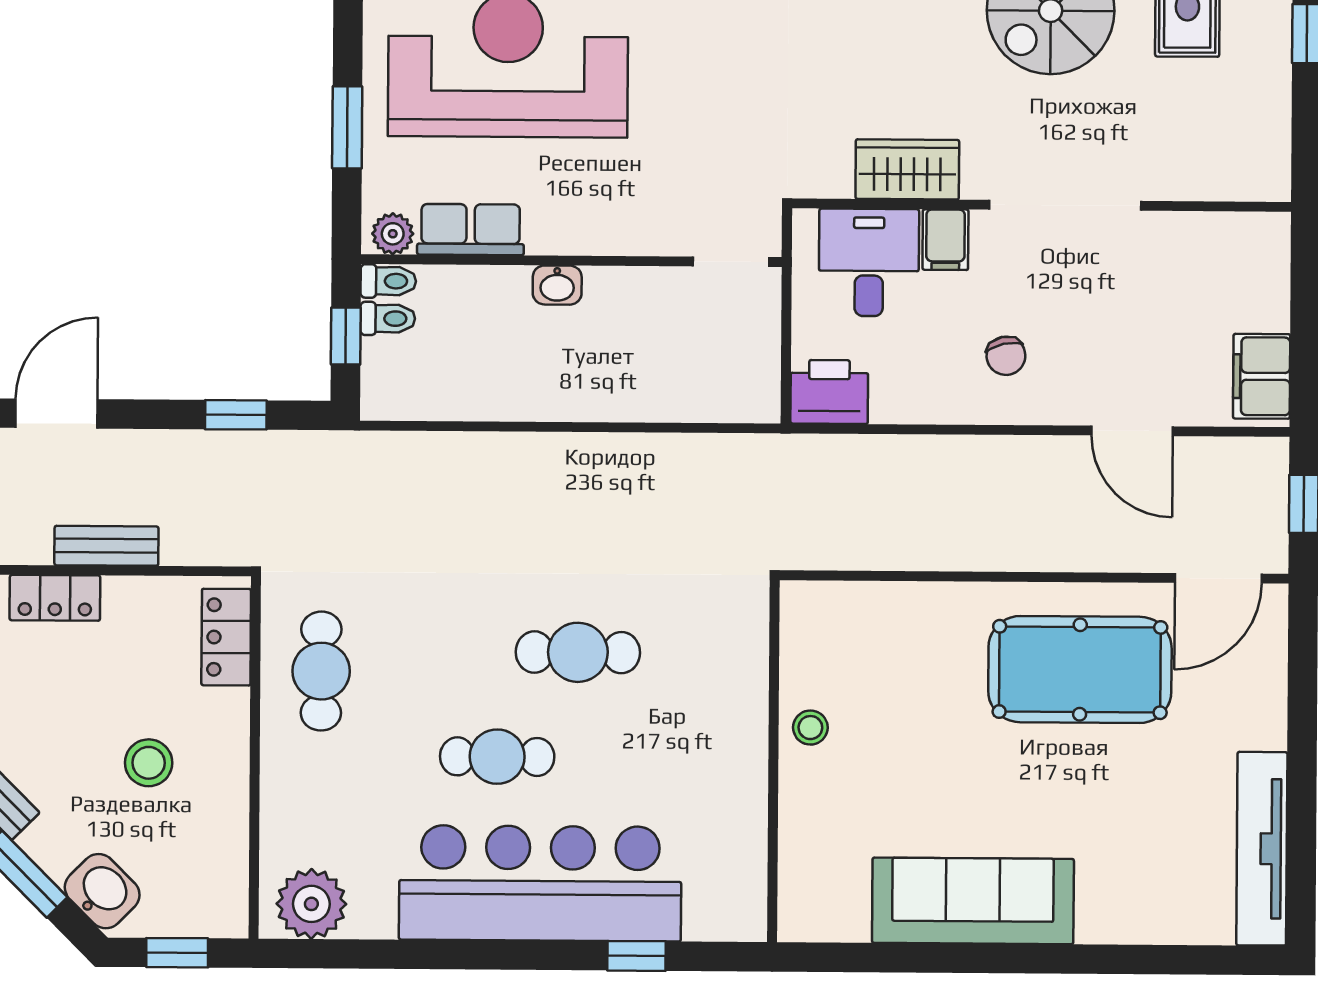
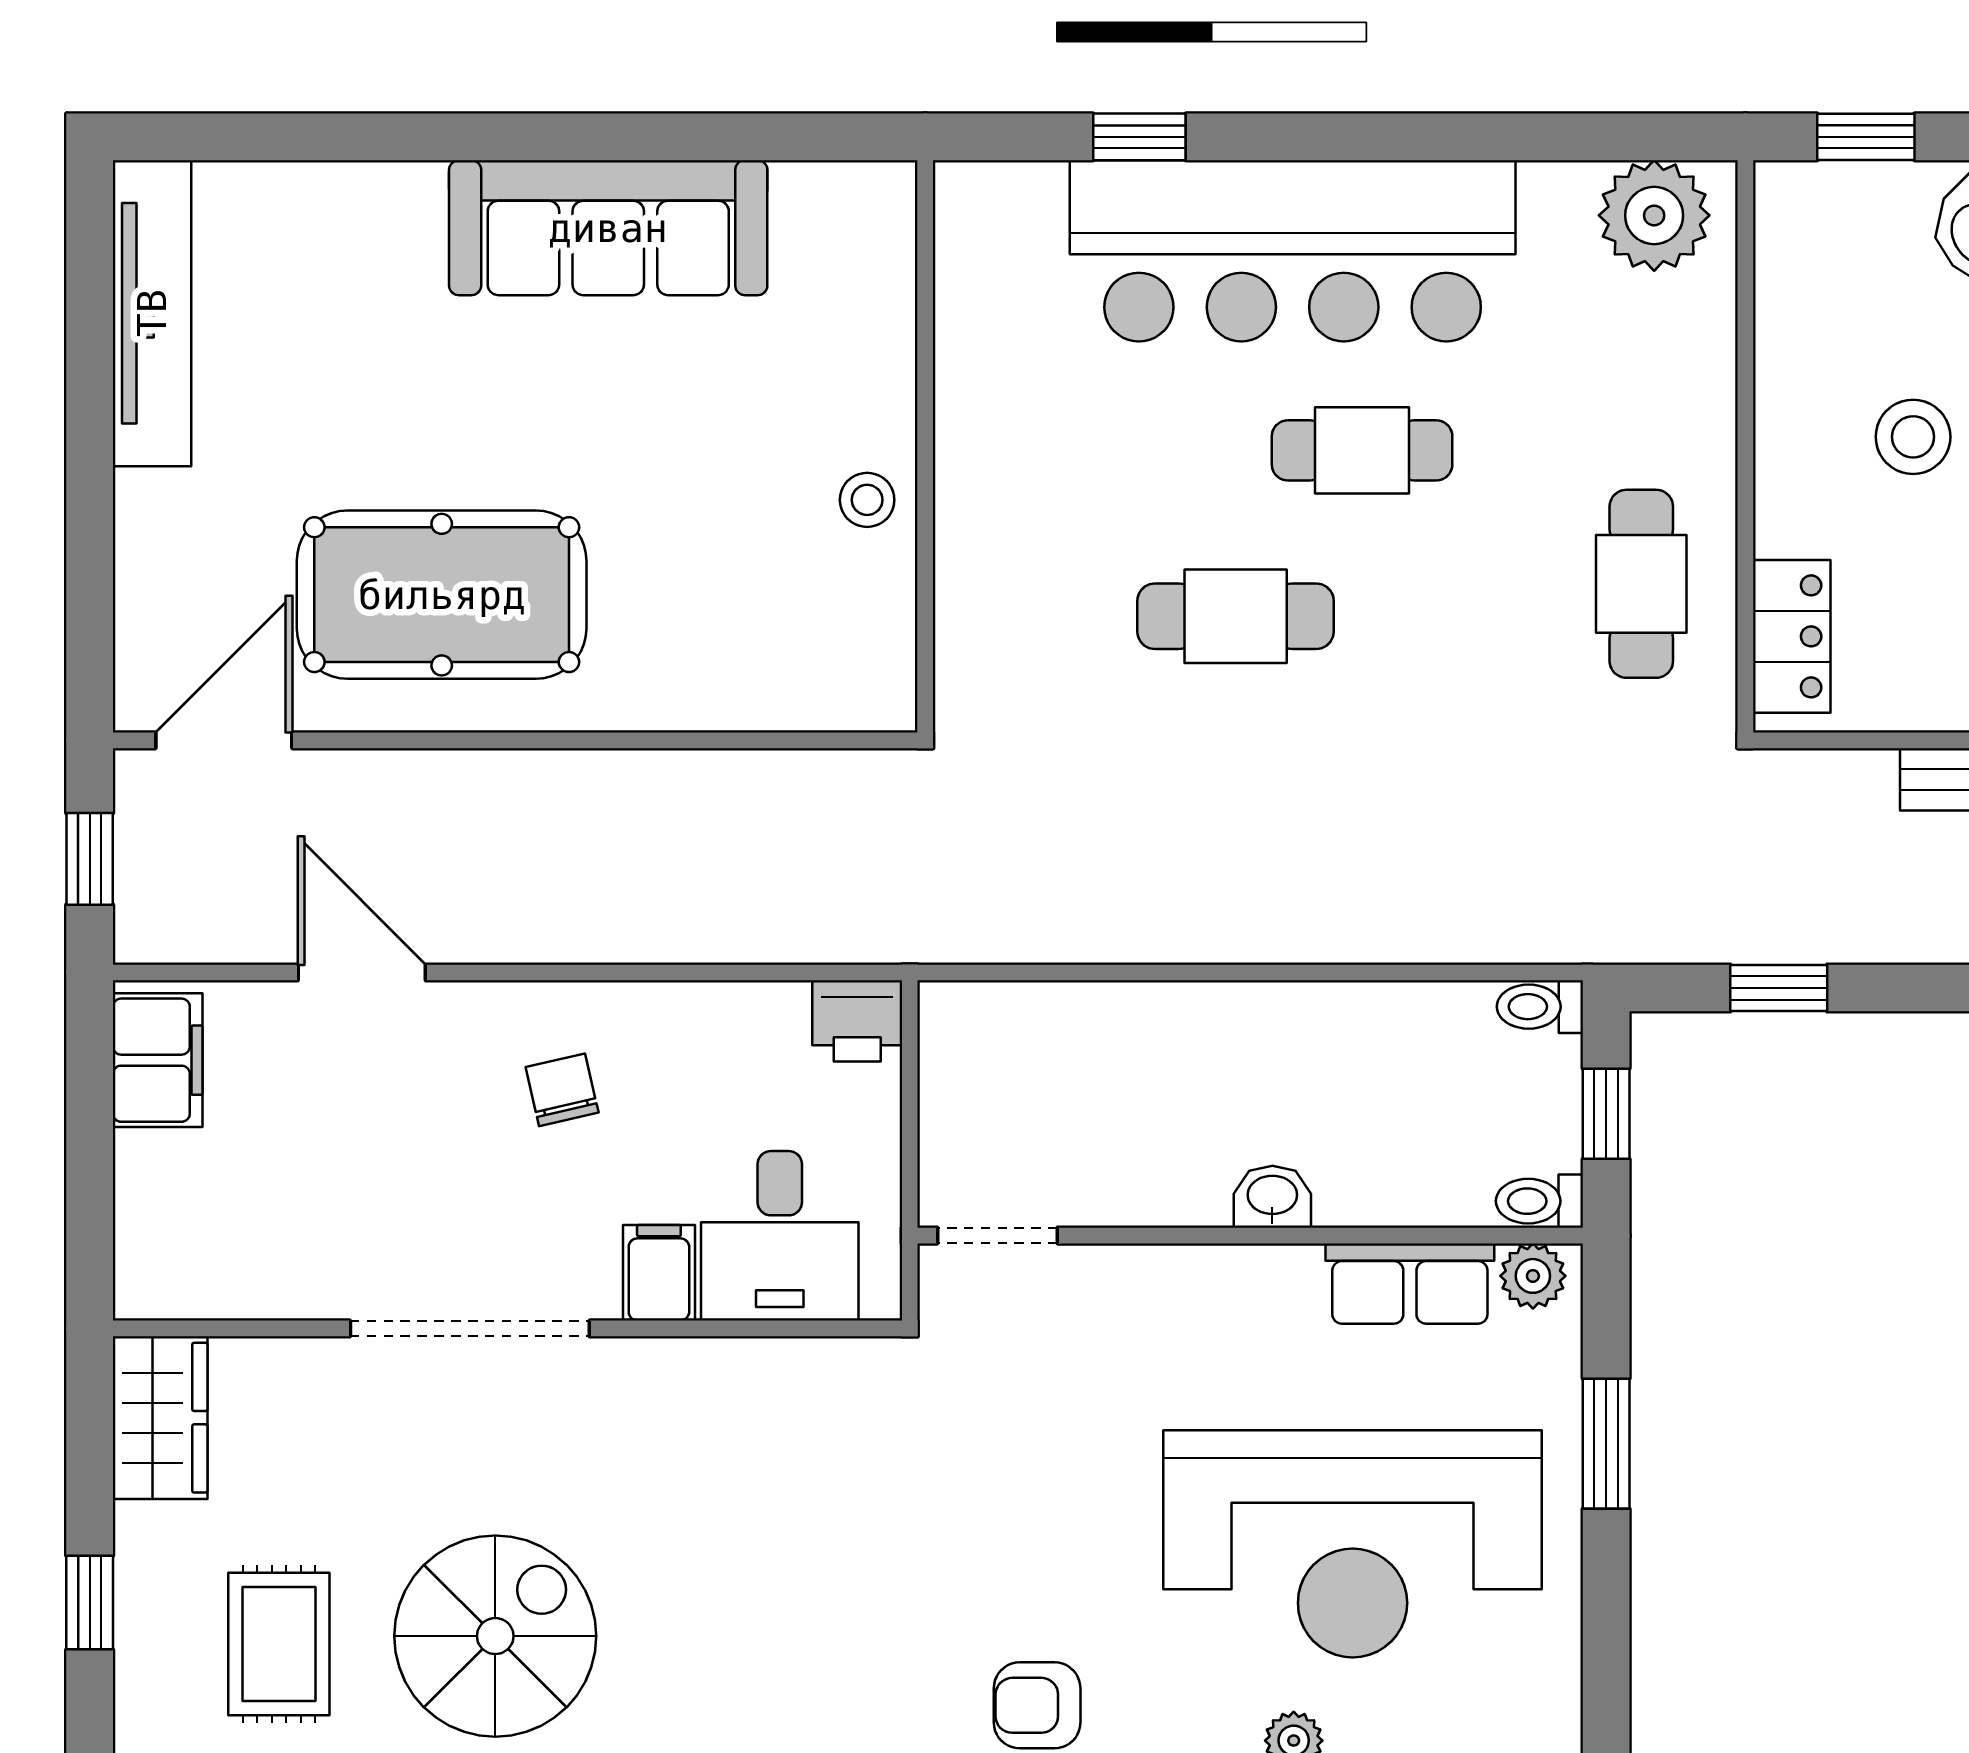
wardrobe: (907, 169) -> (160, 1418), moved, turned -90
toilet: (388, 319) -> (1540, 1007), moved
printer: (829, 392) -> (857, 1021), width x0.73, depth x0.81

